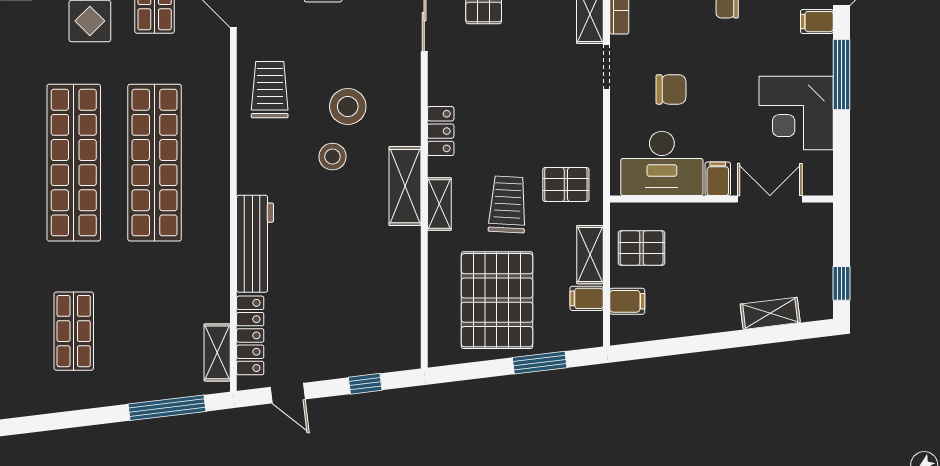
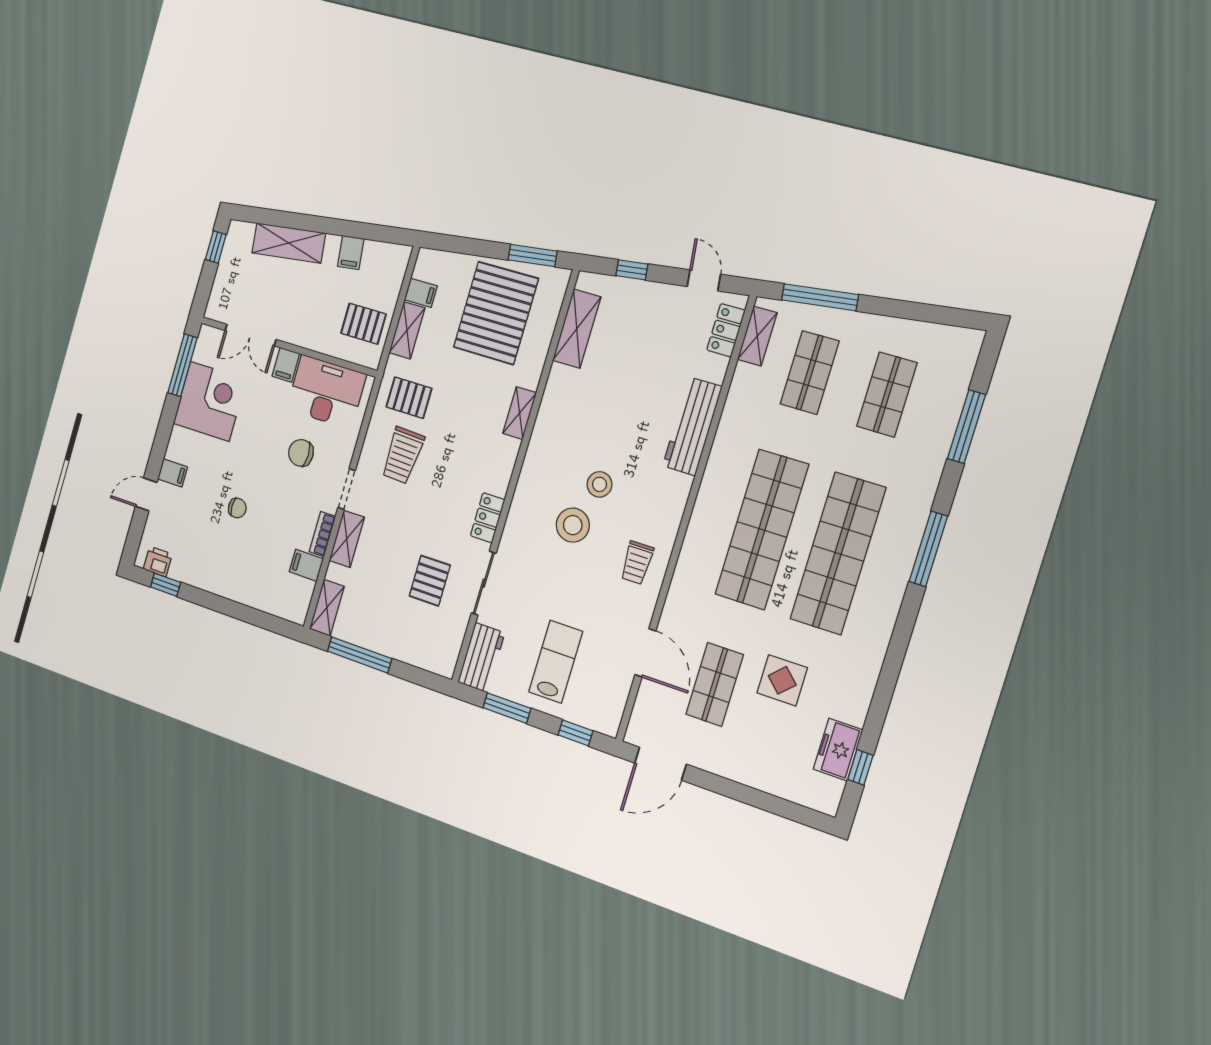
window: (842, 75) -> (182, 365), moved
trolley: (270, 90) -> (637, 563), width x0.73, depth x0.72
locker: (441, 131) -> (488, 518), moved
shelving: (405, 186) -> (577, 329), moved
trolley: (508, 204) -> (403, 455), moved
filing cabinet: (627, 301) -> (351, 252), moved, turned -97
shelving: (770, 313) -> (289, 243), width x1.50, depth x1.33
shop shelf: (155, 331) -> (810, 373), added
locker: (250, 335) -> (726, 330), width x0.66
window: (540, 363) -> (533, 255), moved

